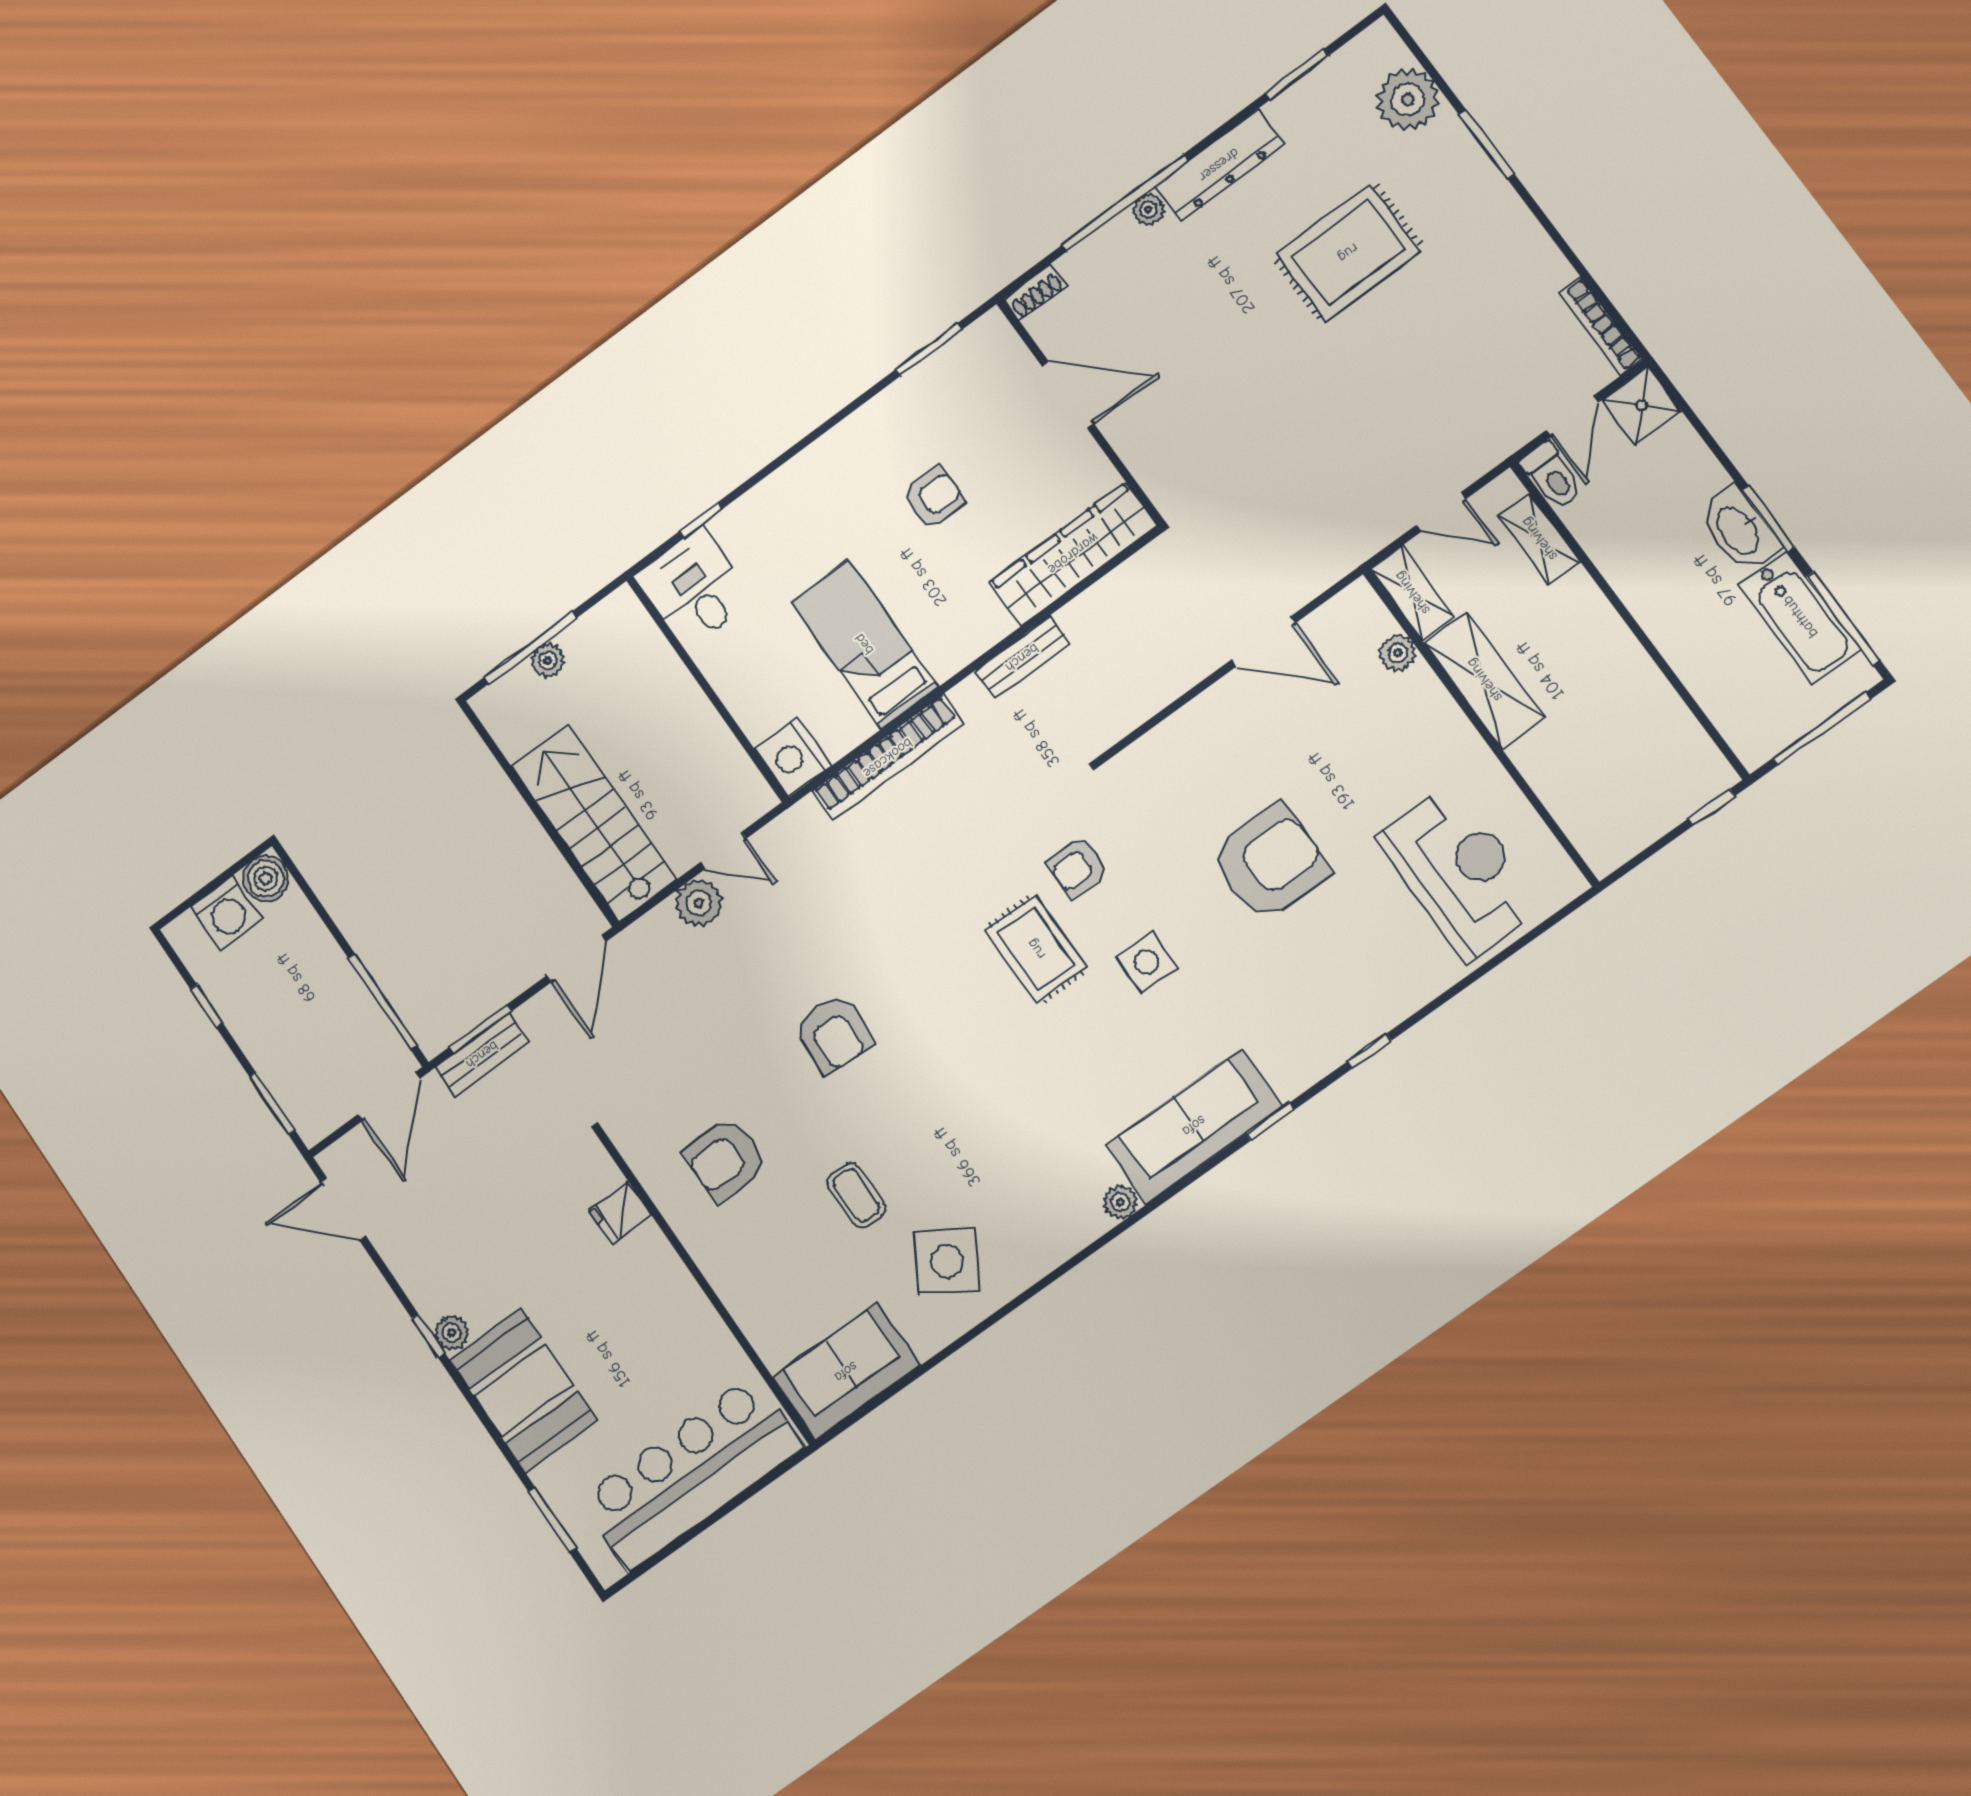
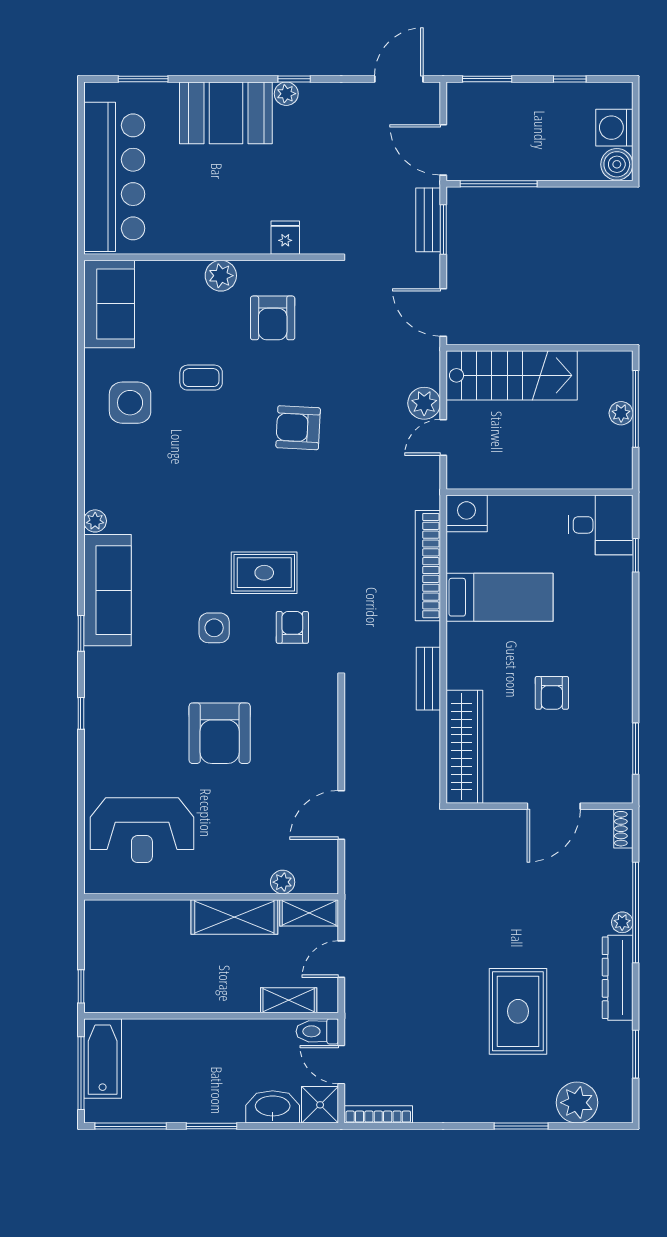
washbasin: (1739, 530) -> (273, 1107), moved
bathtub: (1800, 617) -> (103, 1058), moved, turned 90
armchair: (725, 1159) -> (273, 318), turned 180
plant: (719, 1258) -> (221, 276), added
side table: (947, 1261) -> (130, 403), turned -31

